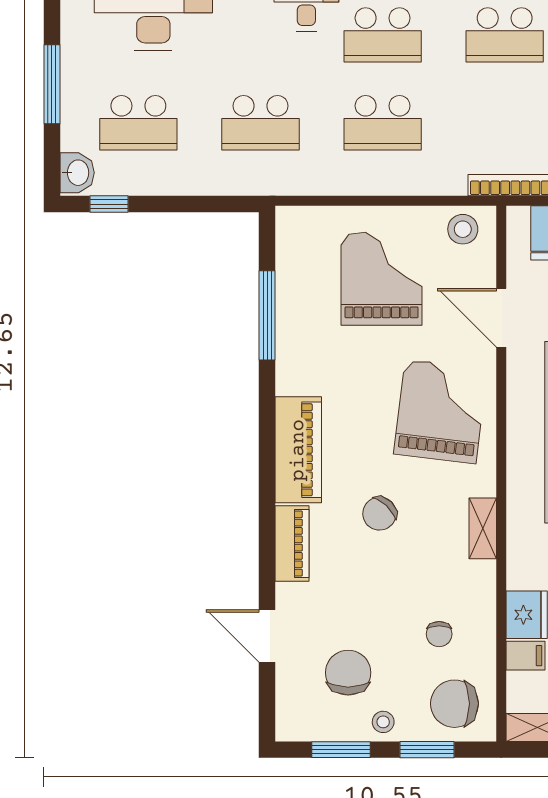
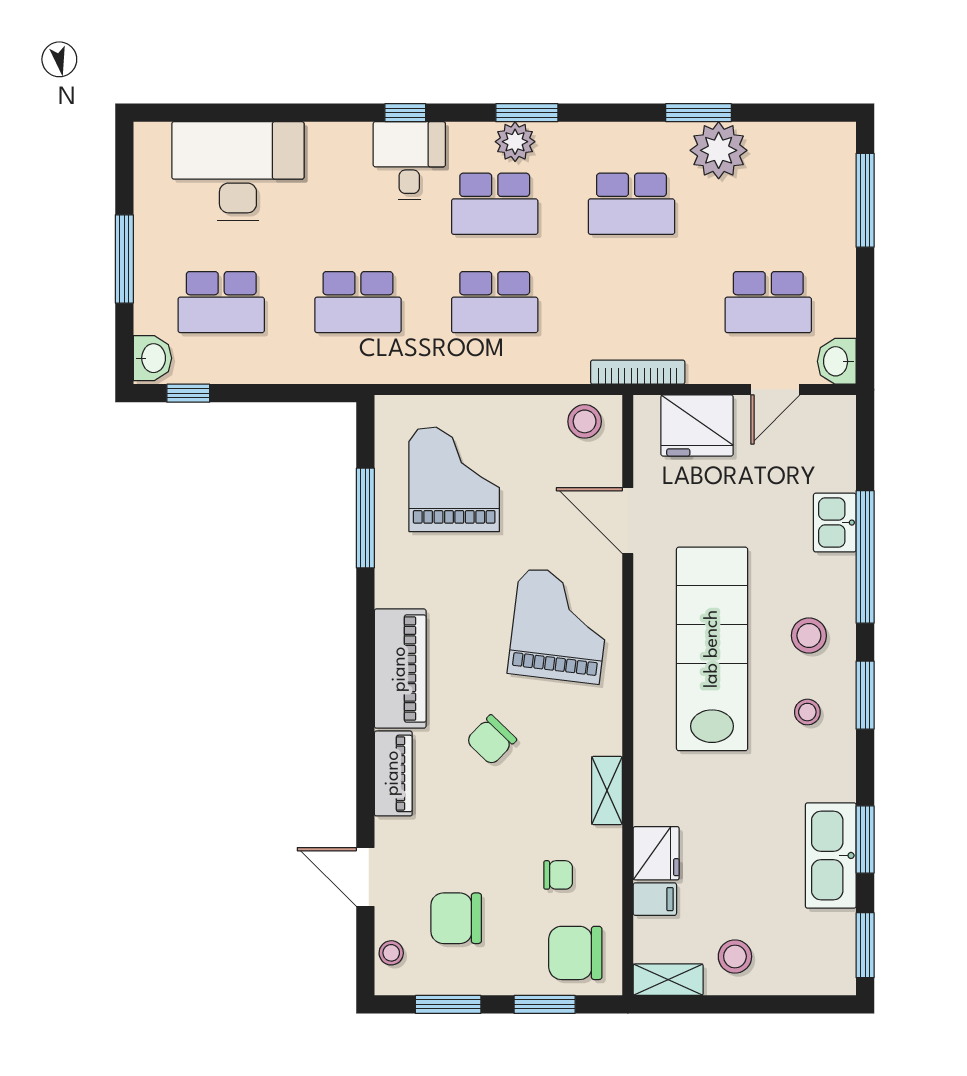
grand piano: (382, 279) -> (454, 479), moved
shelving: (483, 528) -> (607, 790), moved
chair: (439, 634) -> (558, 875), turned -90
chair: (348, 673) -> (456, 918), turned -90
stool: (383, 722) -> (391, 953), moved

